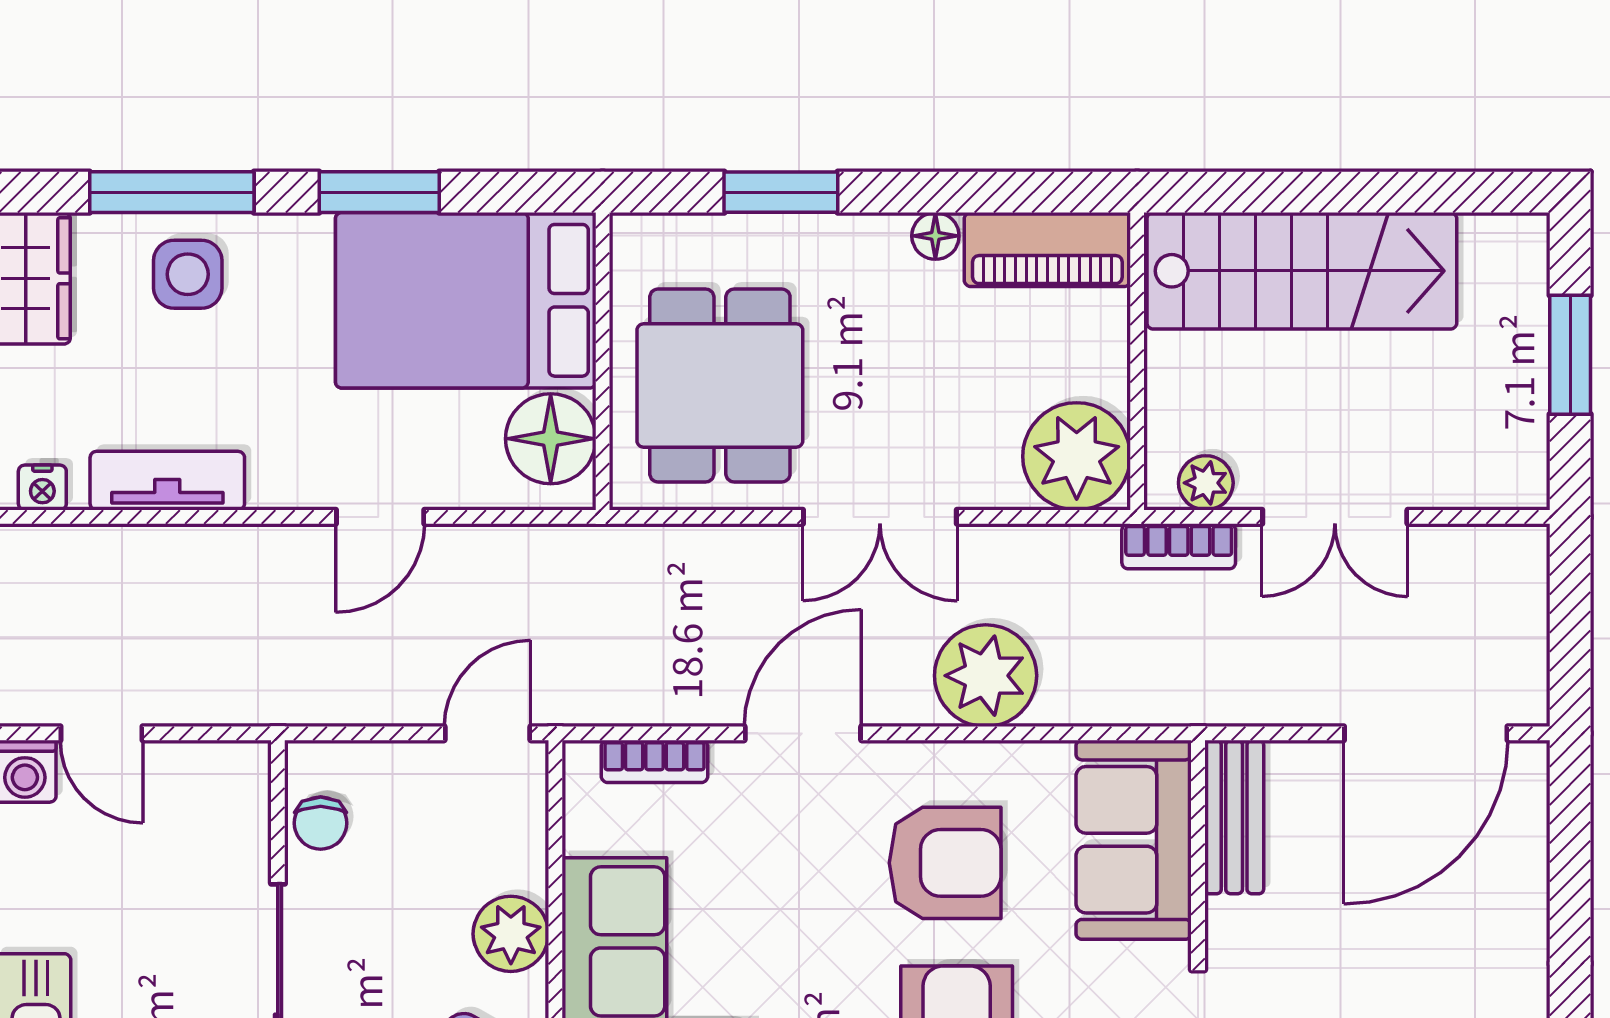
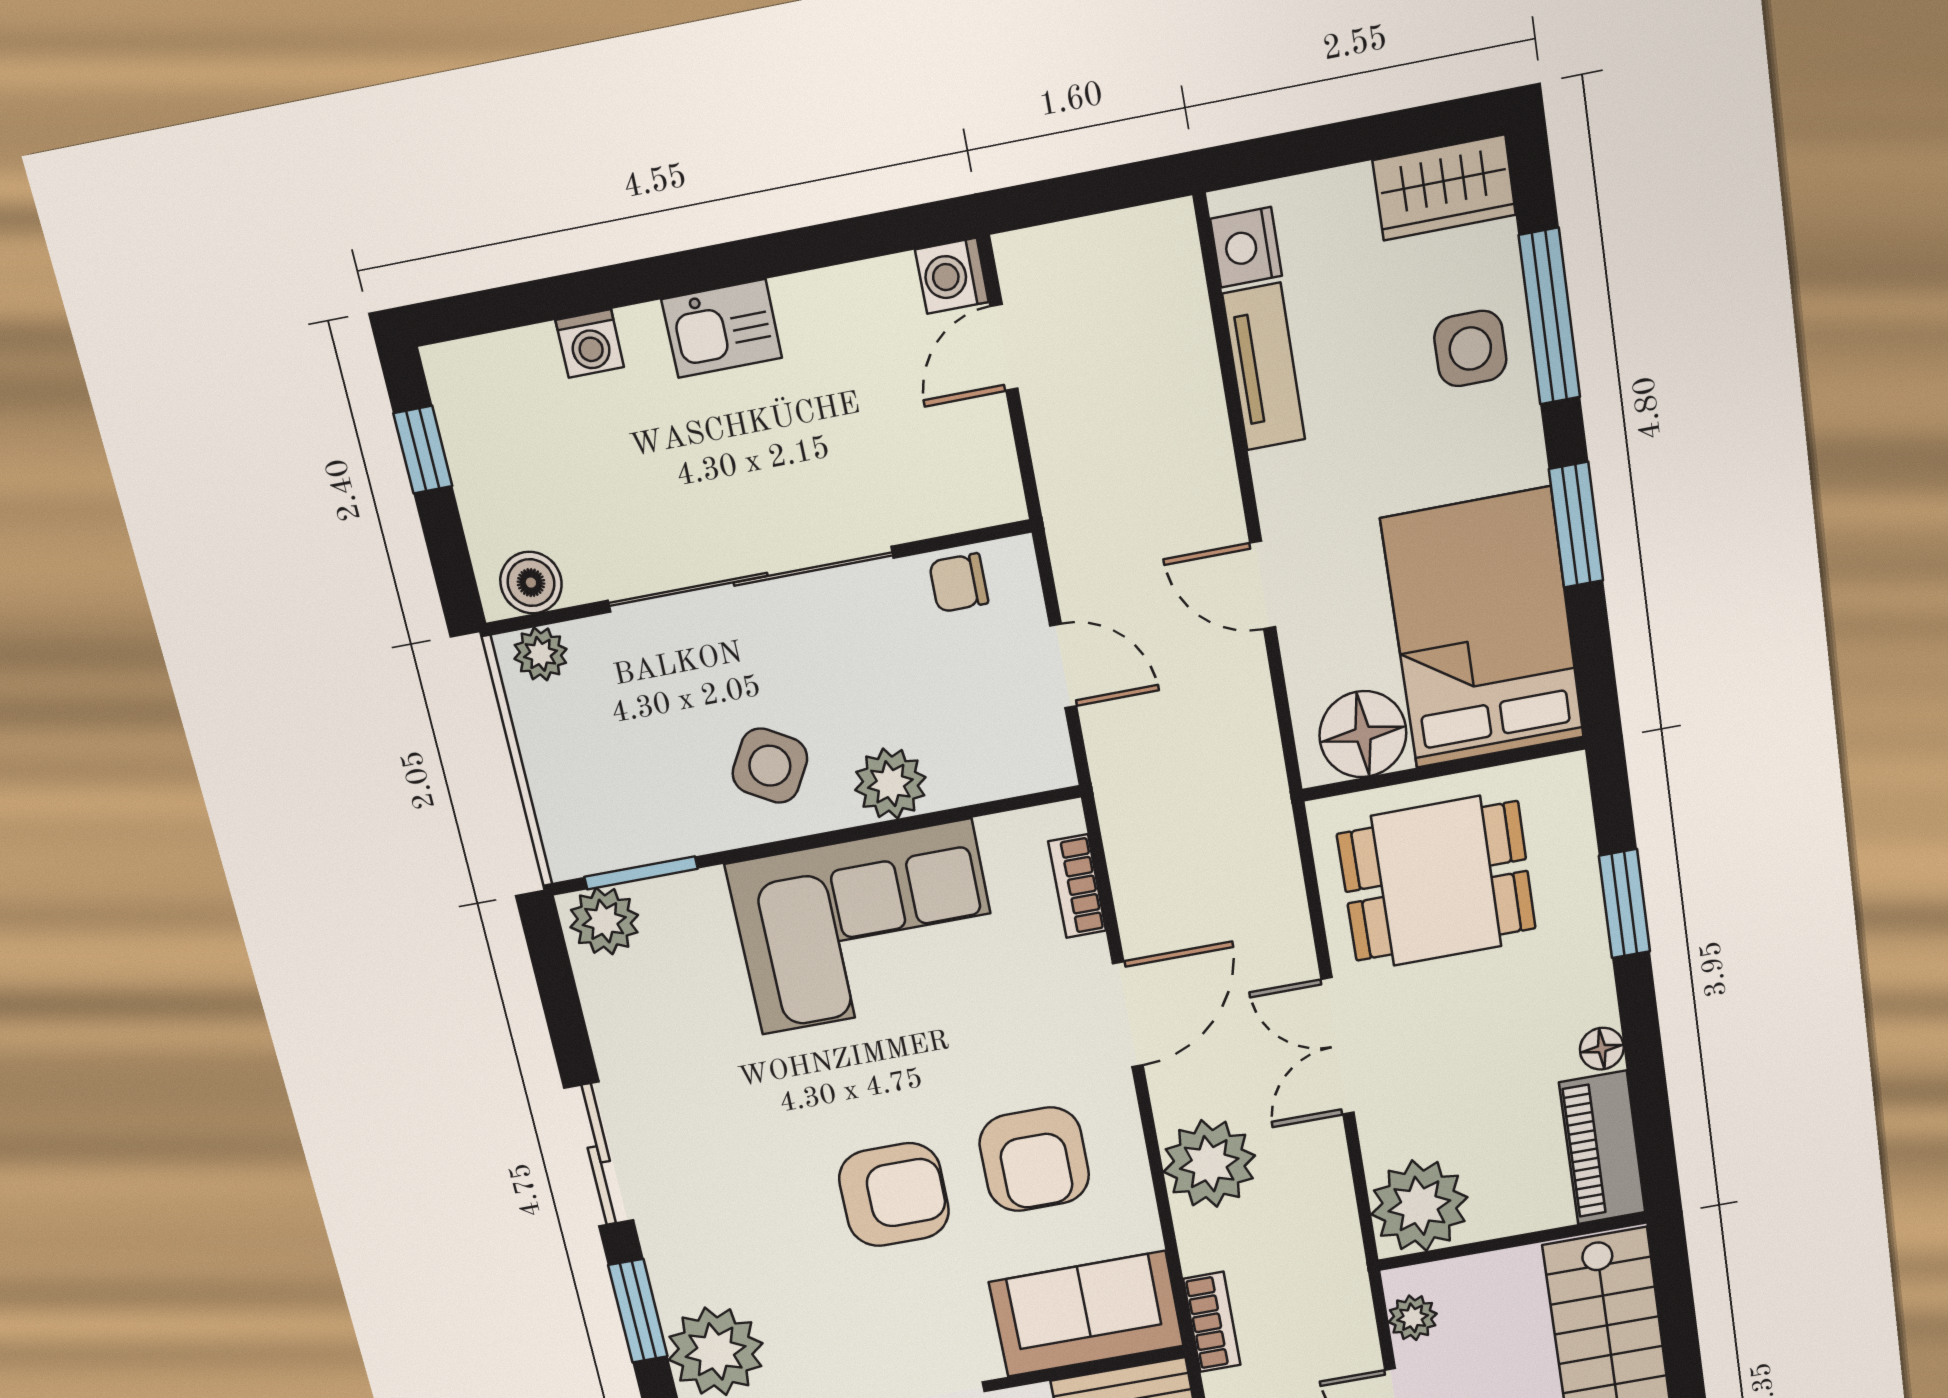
nightstand: (42, 488) -> (1246, 247), width x1.39, depth x1.35
bookcase: (1179, 546) -> (1212, 1322), moved, turned 180
door: (488, 733) -> (1063, 666), moved
door: (803, 733) -> (1128, 1014), hinge flipped

